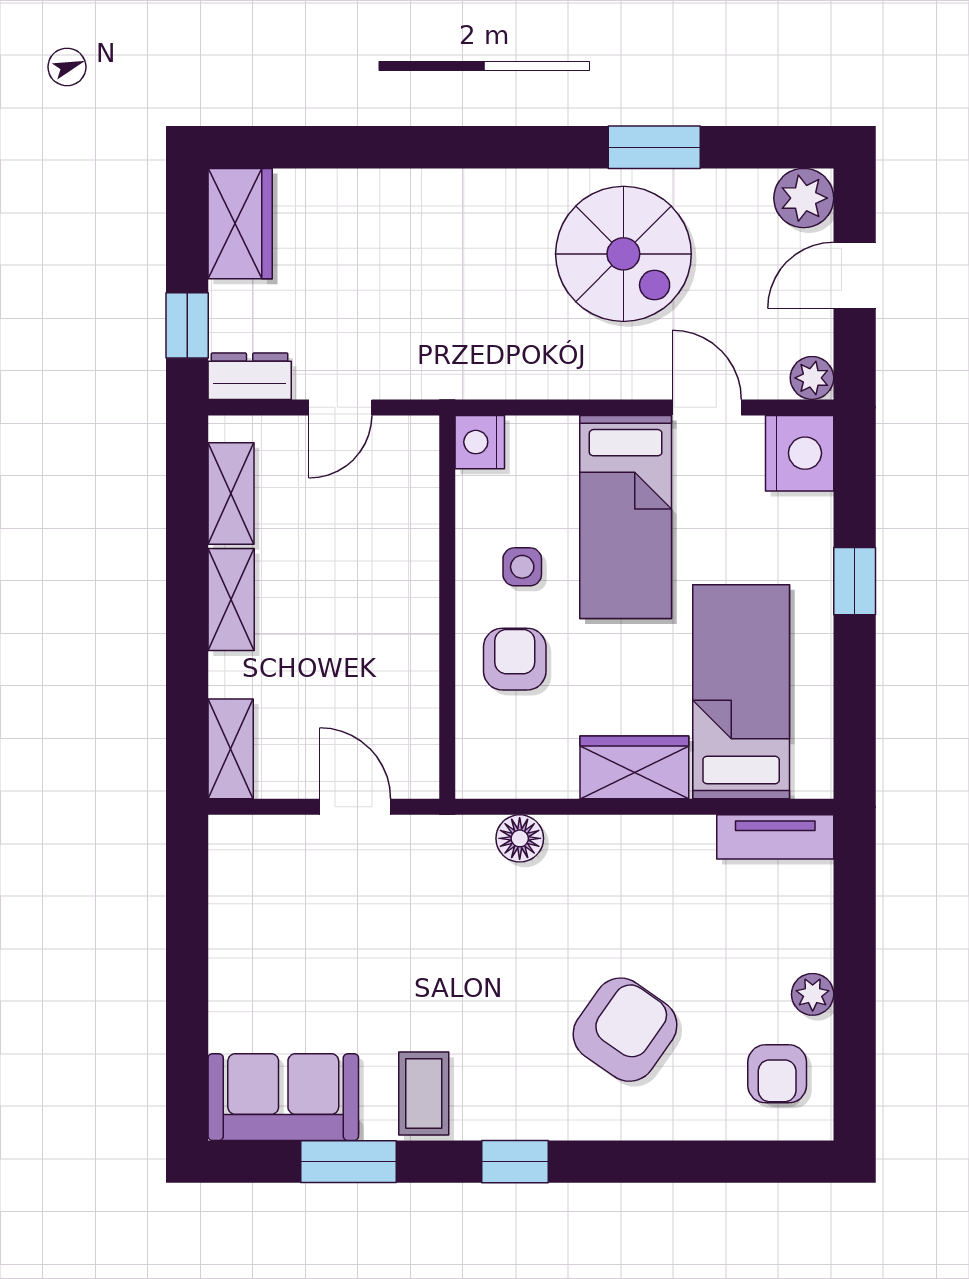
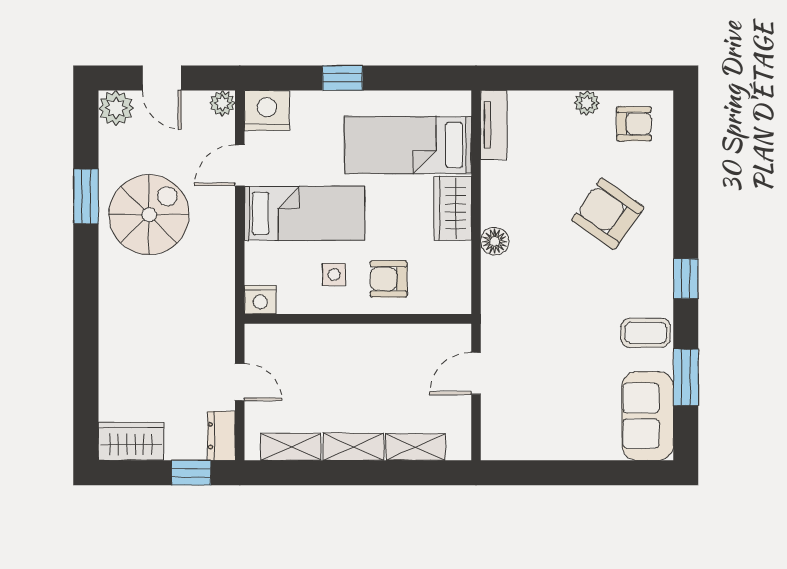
shelving: (231, 749) -> (416, 447), moved
floor lamp: (520, 838) -> (495, 241), moved

